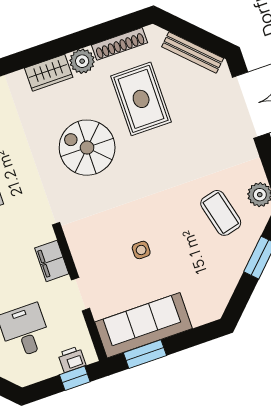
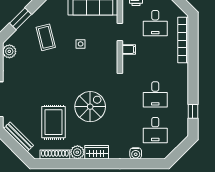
spiral stairs: (87, 148) -> (90, 107), turned -90
coffee table: (221, 213) -> (46, 37), moved
filing cabinet: (52, 261) -> (129, 49), width x0.50

